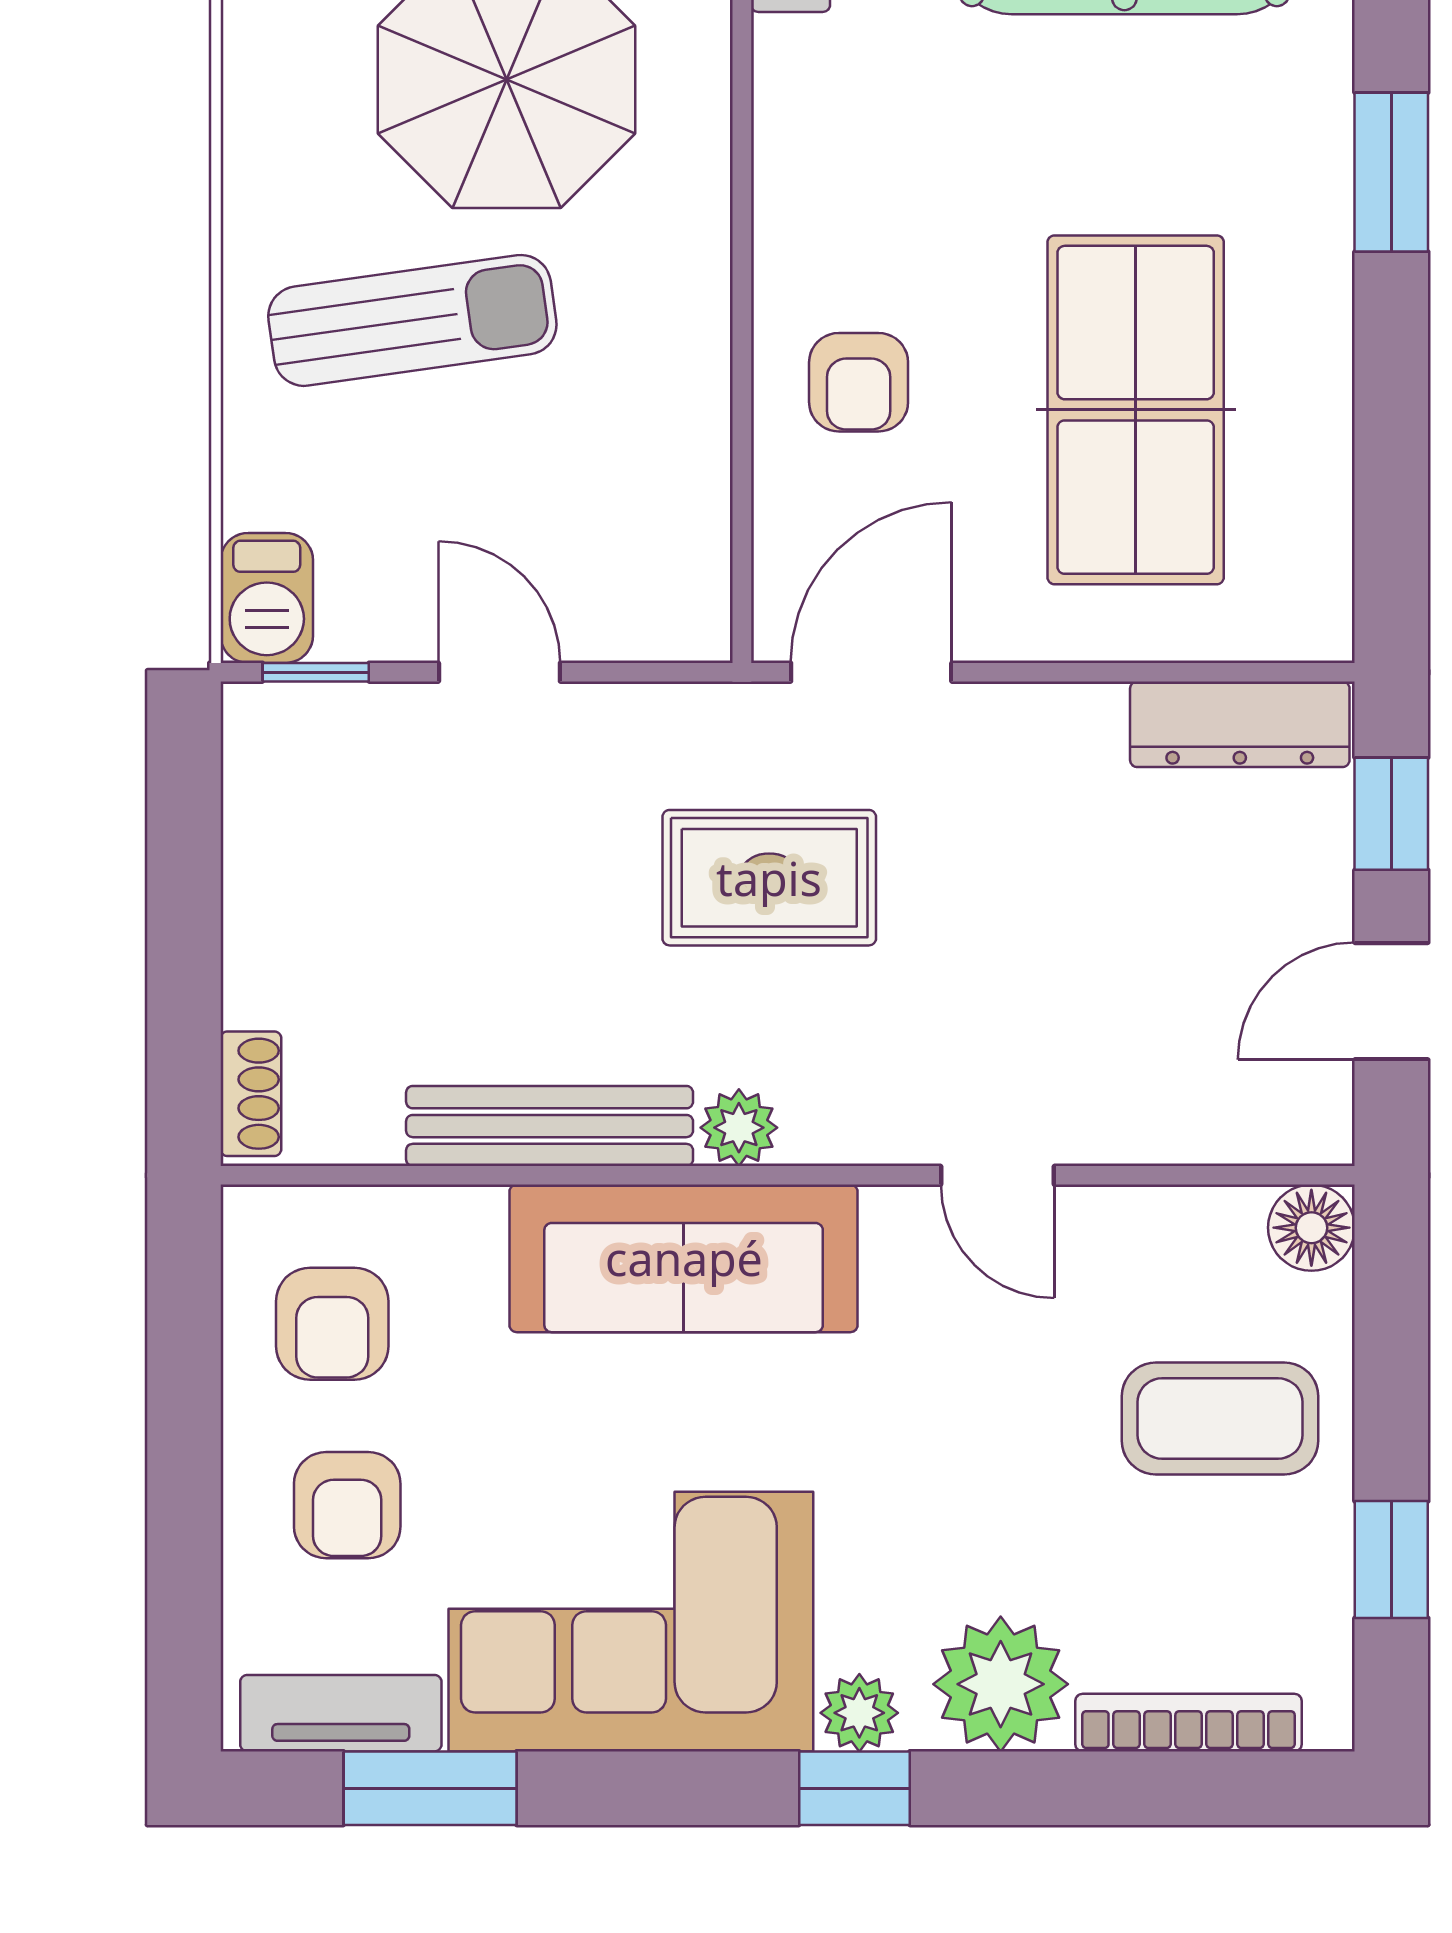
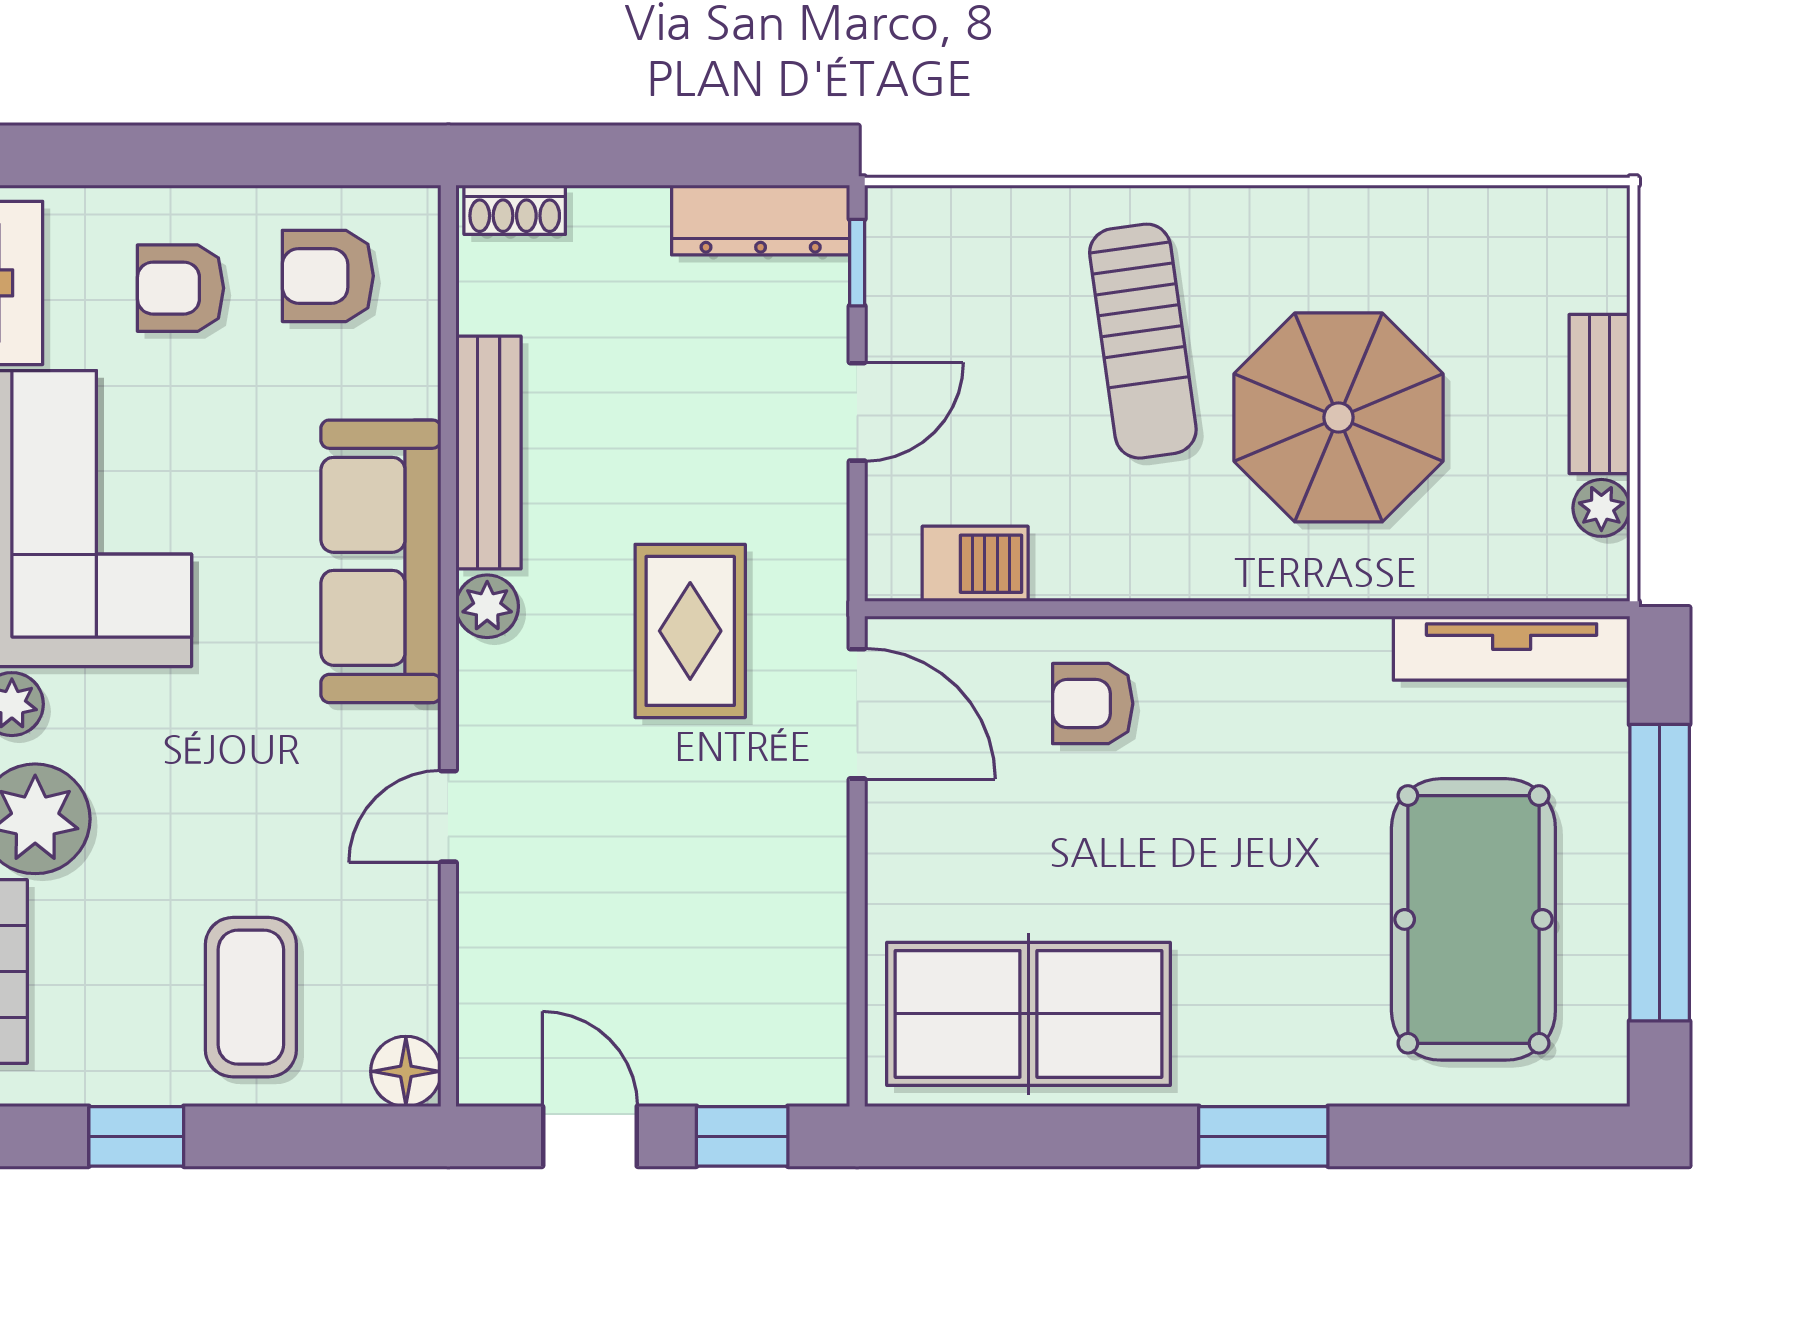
table tennis table: (1136, 410) -> (1028, 1014), moved
barbecue: (267, 598) -> (975, 564), moved, turned 180
dresser: (1240, 724) -> (761, 220), moved, turned -90

